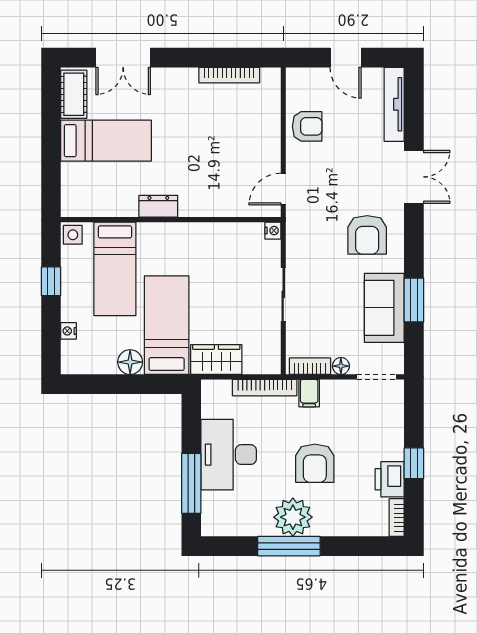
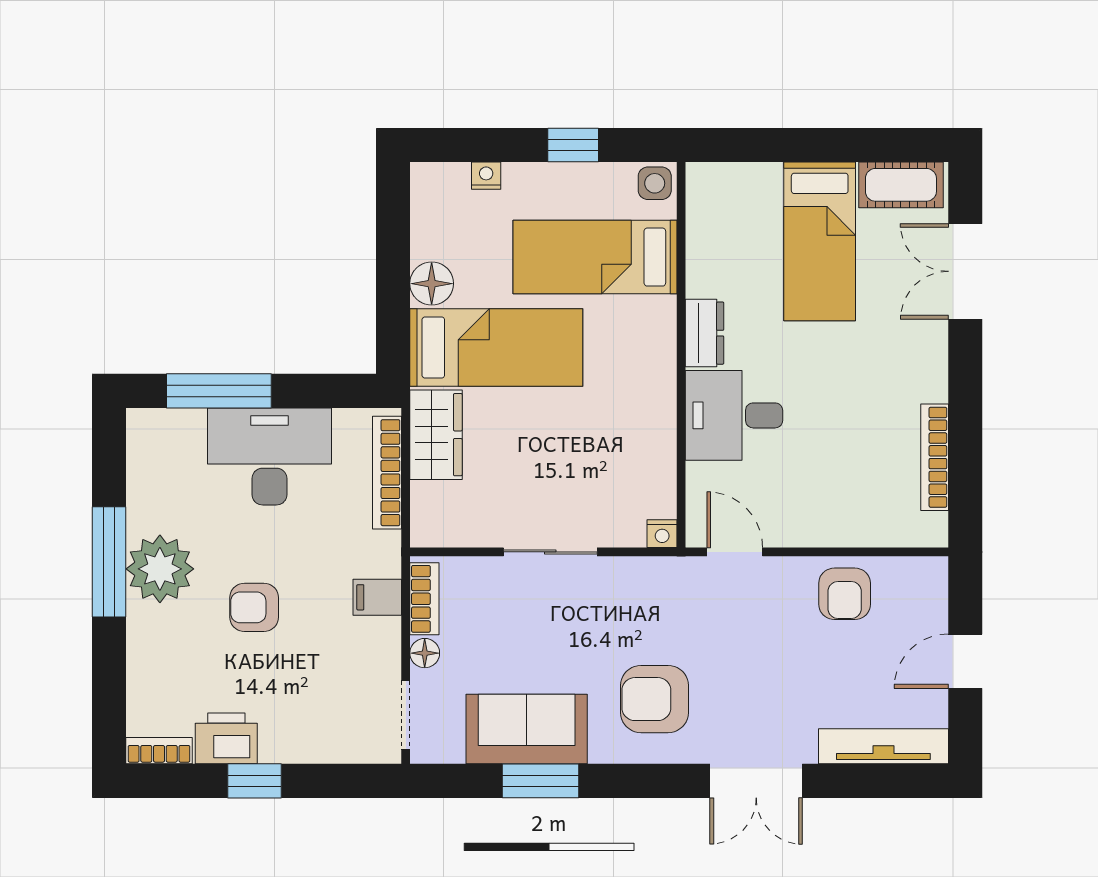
desk: (205, 190) -> (734, 415), added
bookcase: (265, 388) -> (387, 473), moved
armchair: (315, 463) -> (254, 607), width x0.72, depth x0.72

